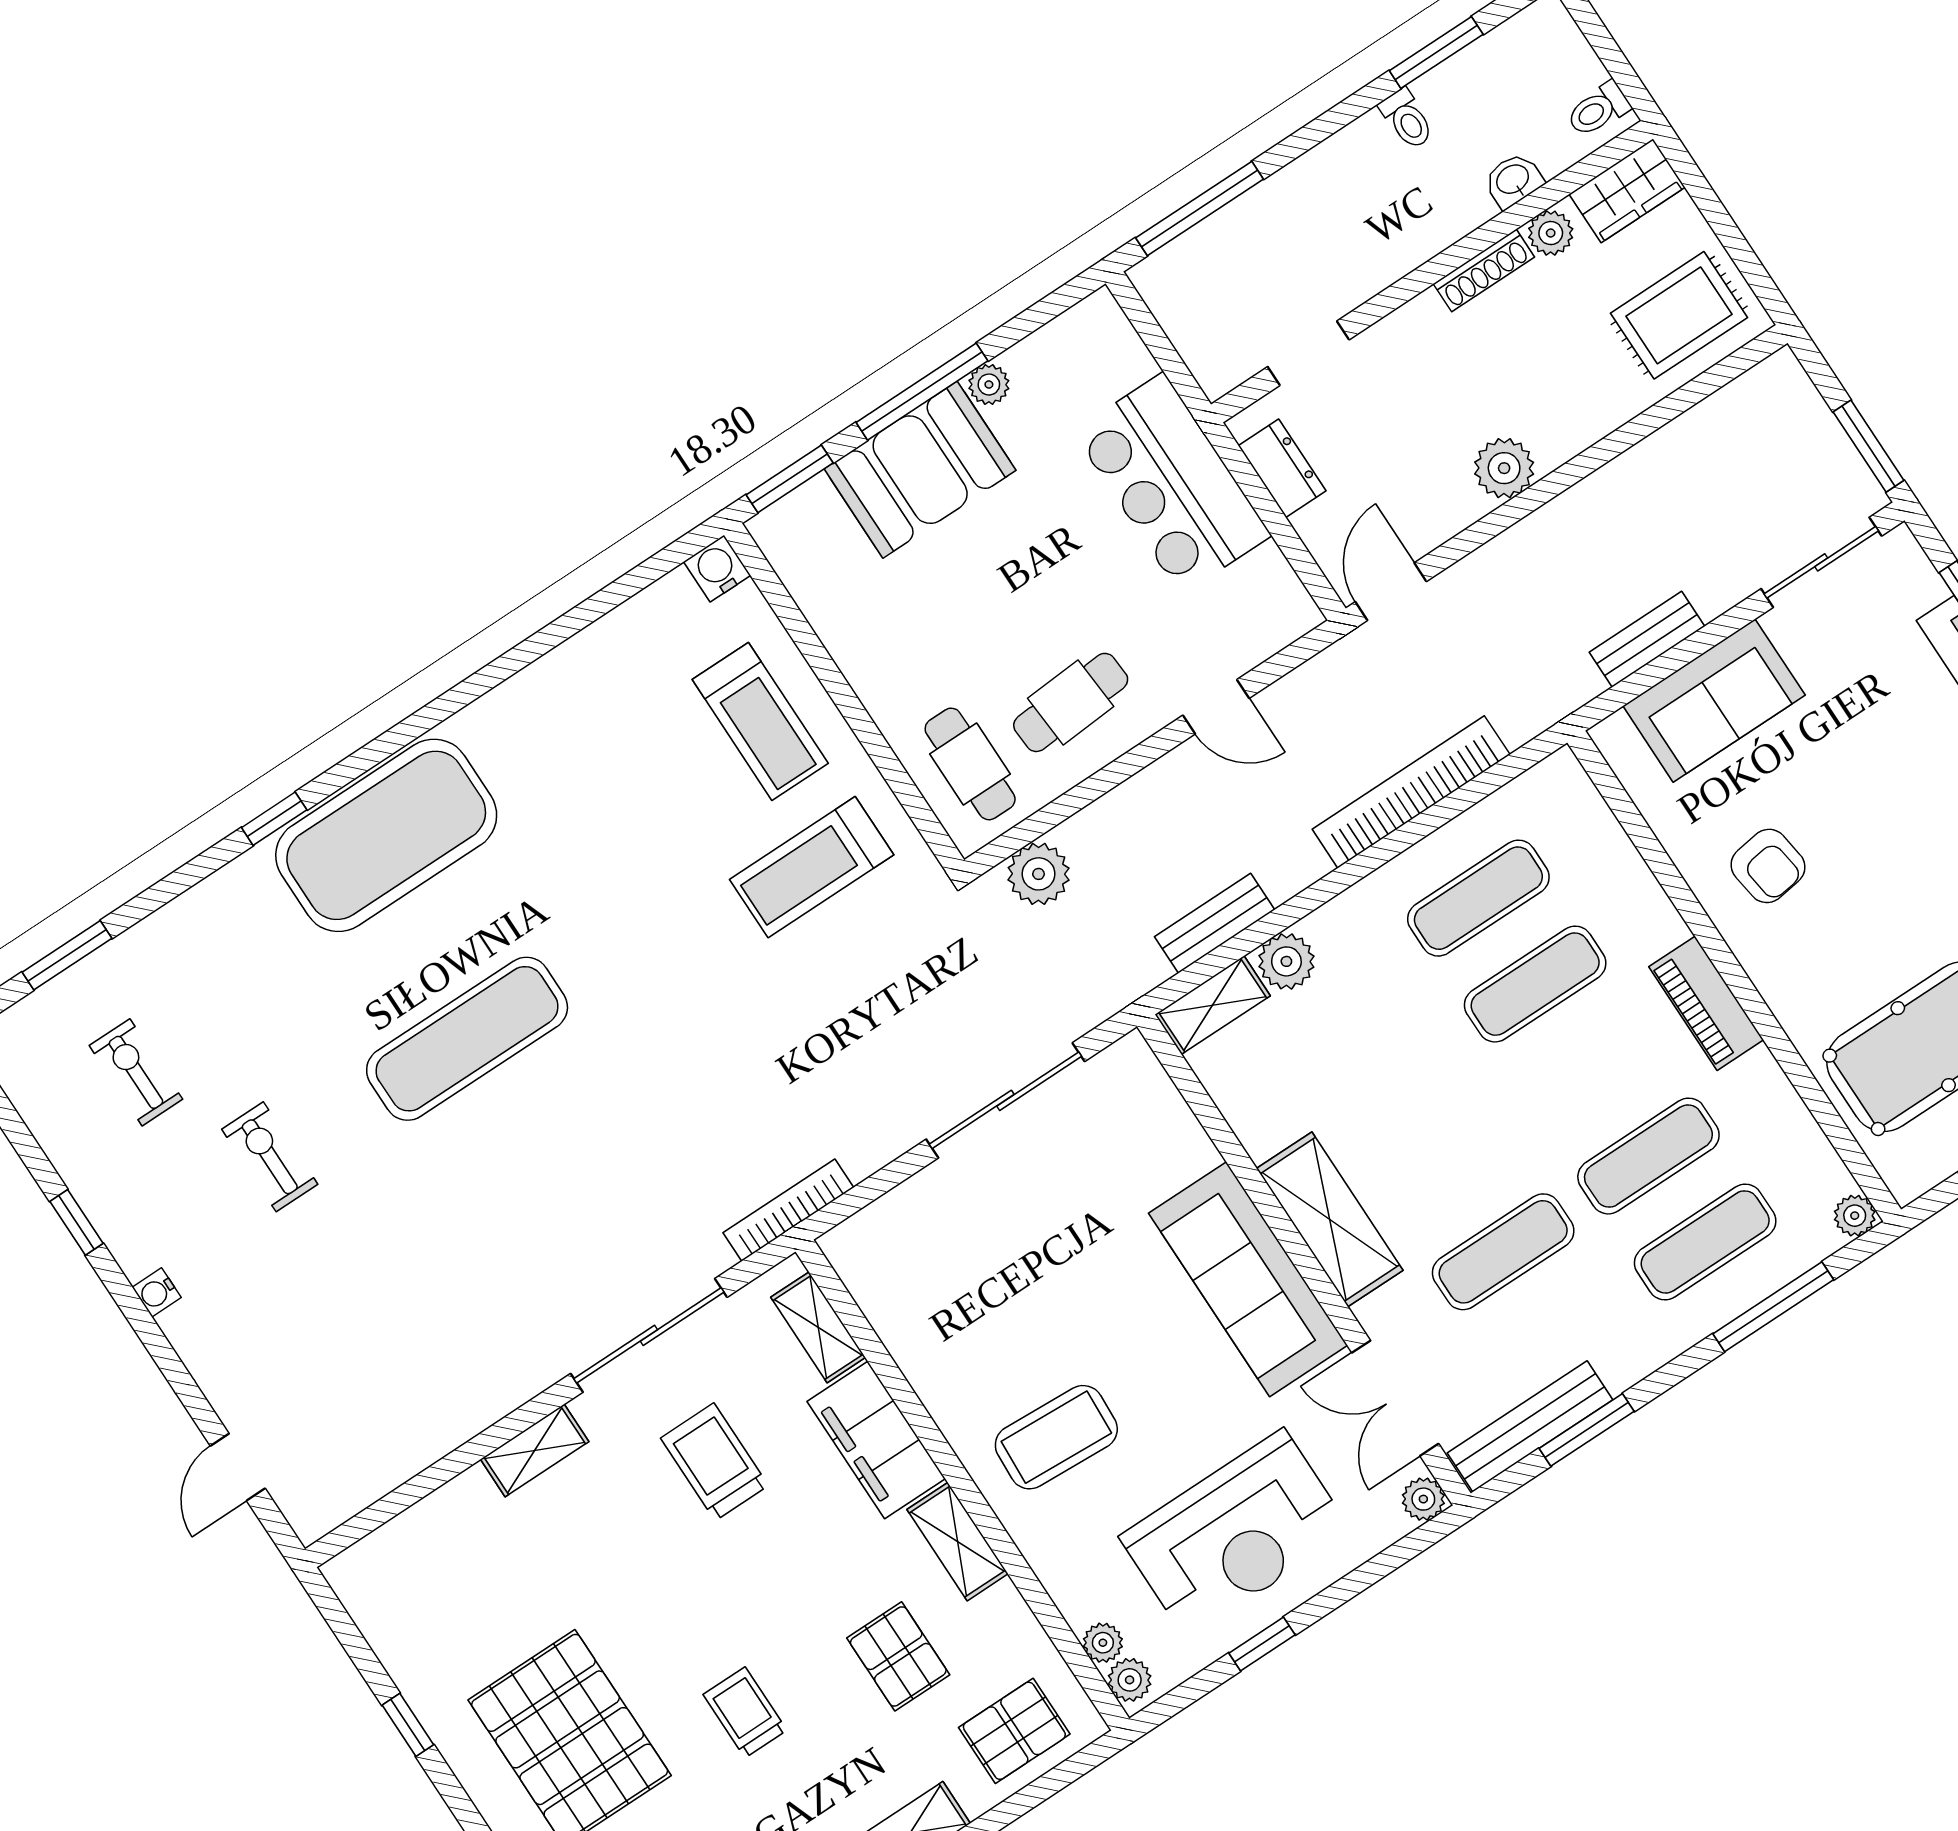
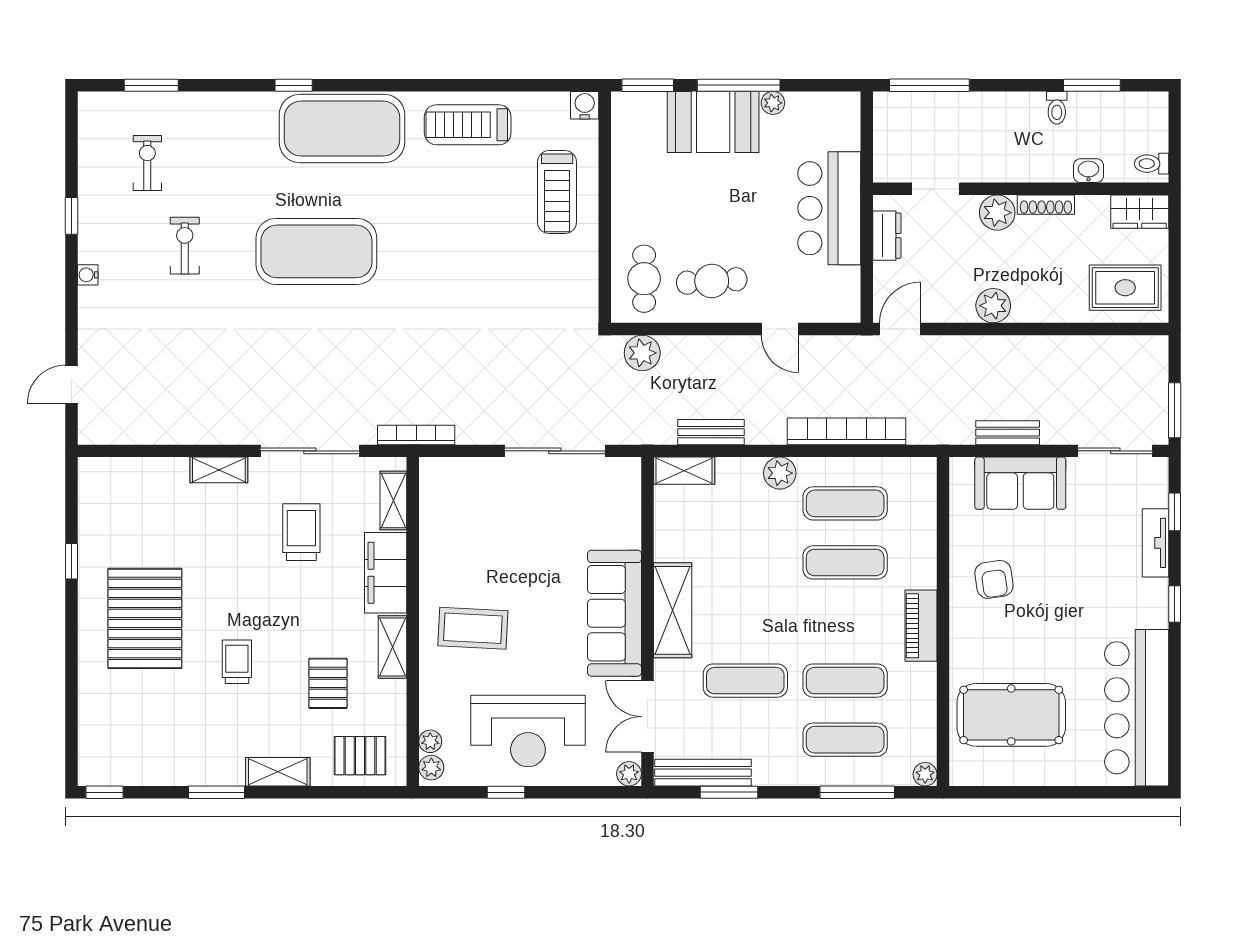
plant: (1551, 233) -> (997, 213), moved, width x1.38, depth x1.38
treadmill: (812, 867) -> (468, 125), moved
plant: (1286, 961) -> (780, 473), moved
exercise mat: (467, 1039) -> (316, 251), width x1.47

